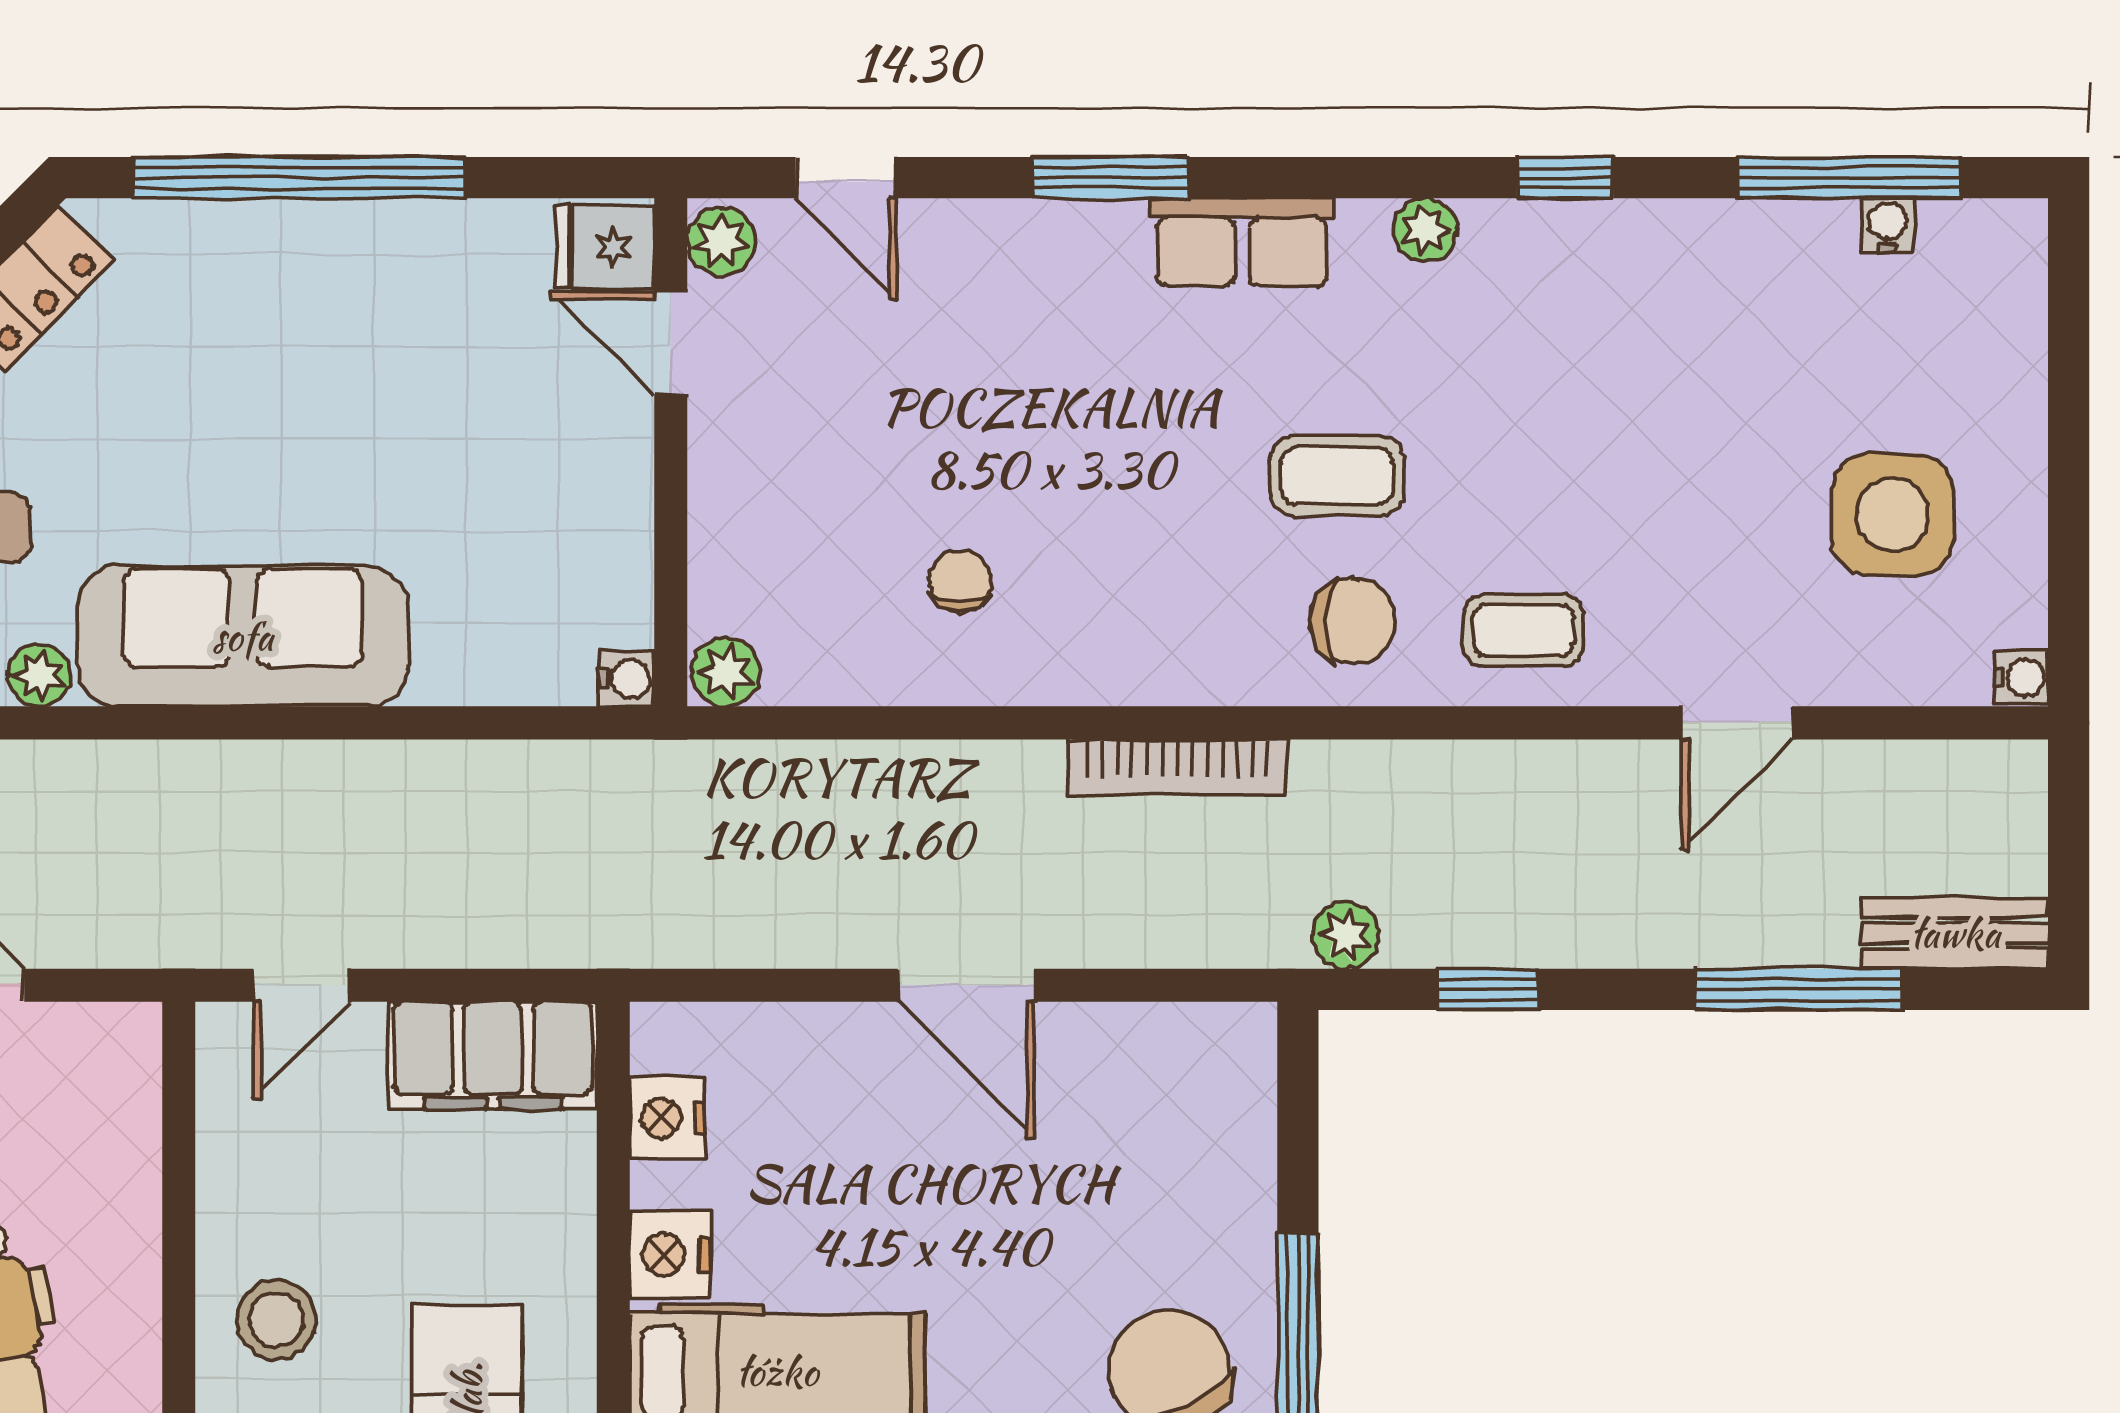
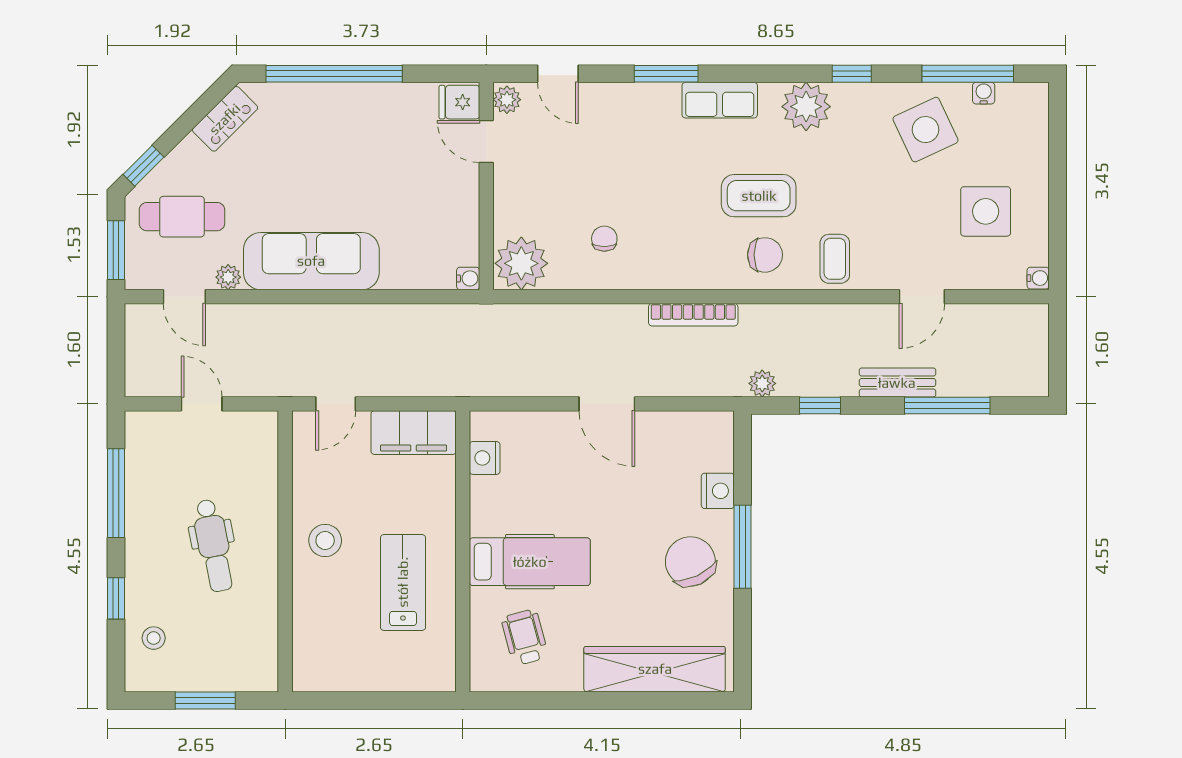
plant: (1425, 230) -> (806, 107), width x1.88, depth x1.88
side table: (1745, 314) -> (925, 130), added
coffee table: (1337, 476) -> (759, 196), width x1.36, depth x1.30
coffee table: (1523, 630) -> (835, 259), turned 90
plant: (726, 672) -> (521, 263), width x1.87, depth x1.87
bench: (1955, 933) -> (897, 383), moved
nightstand: (670, 1255) -> (718, 491), moved, turned 180

